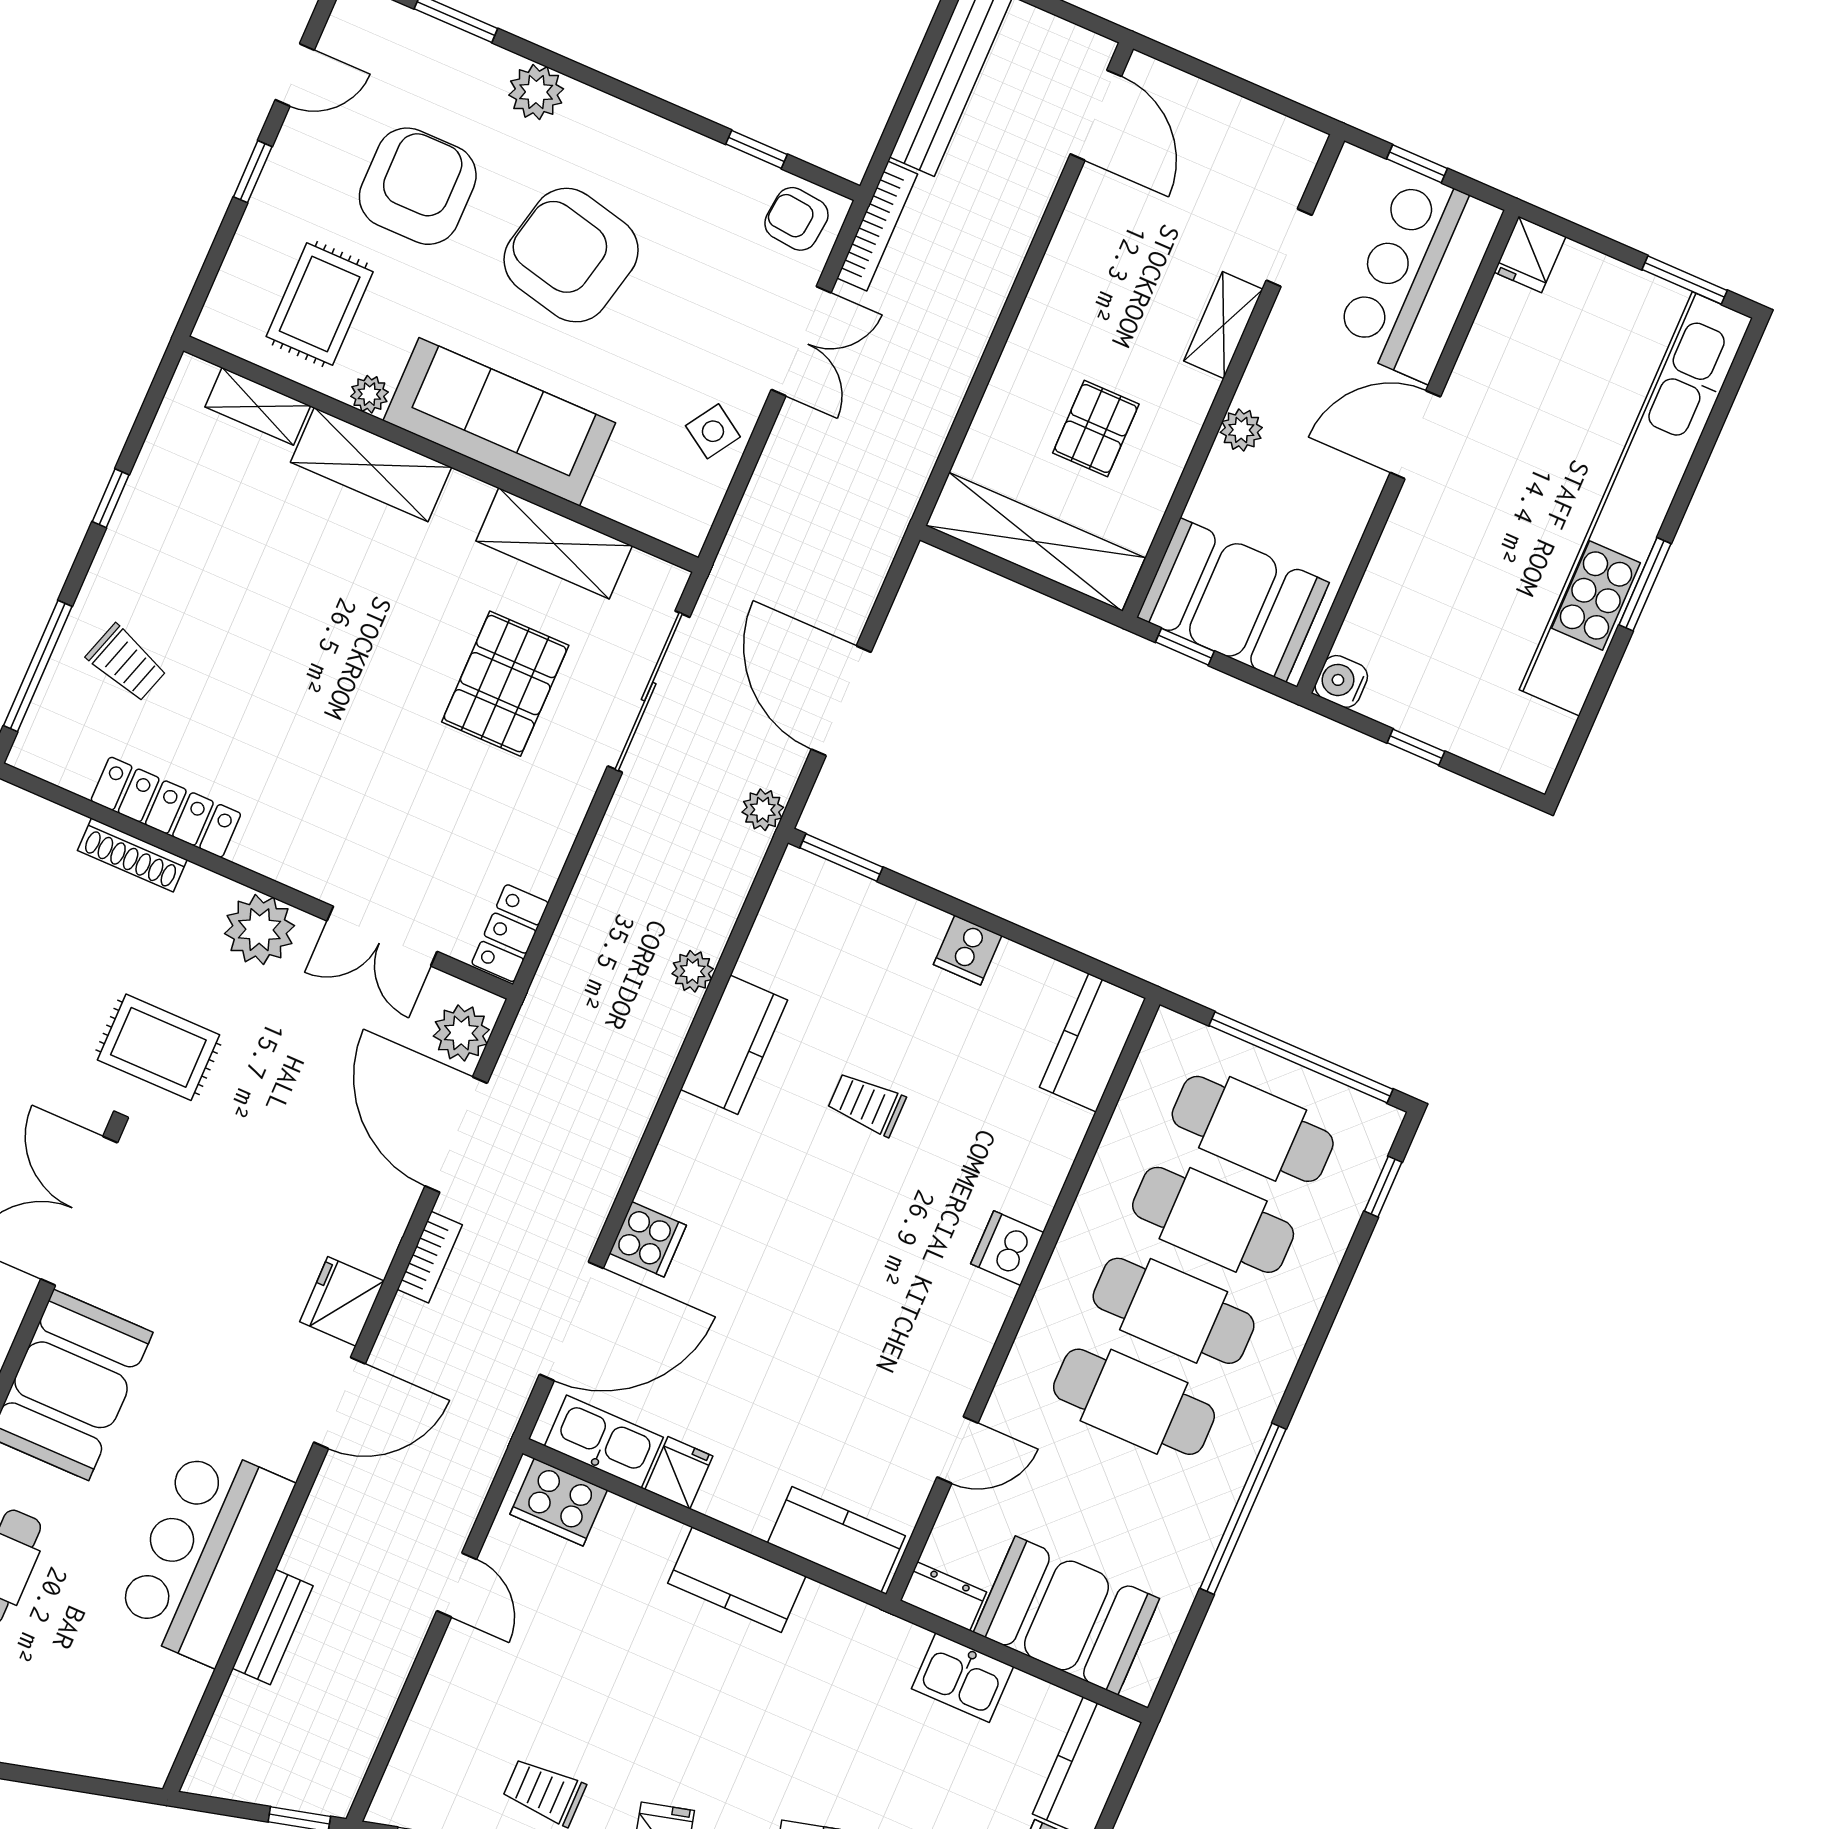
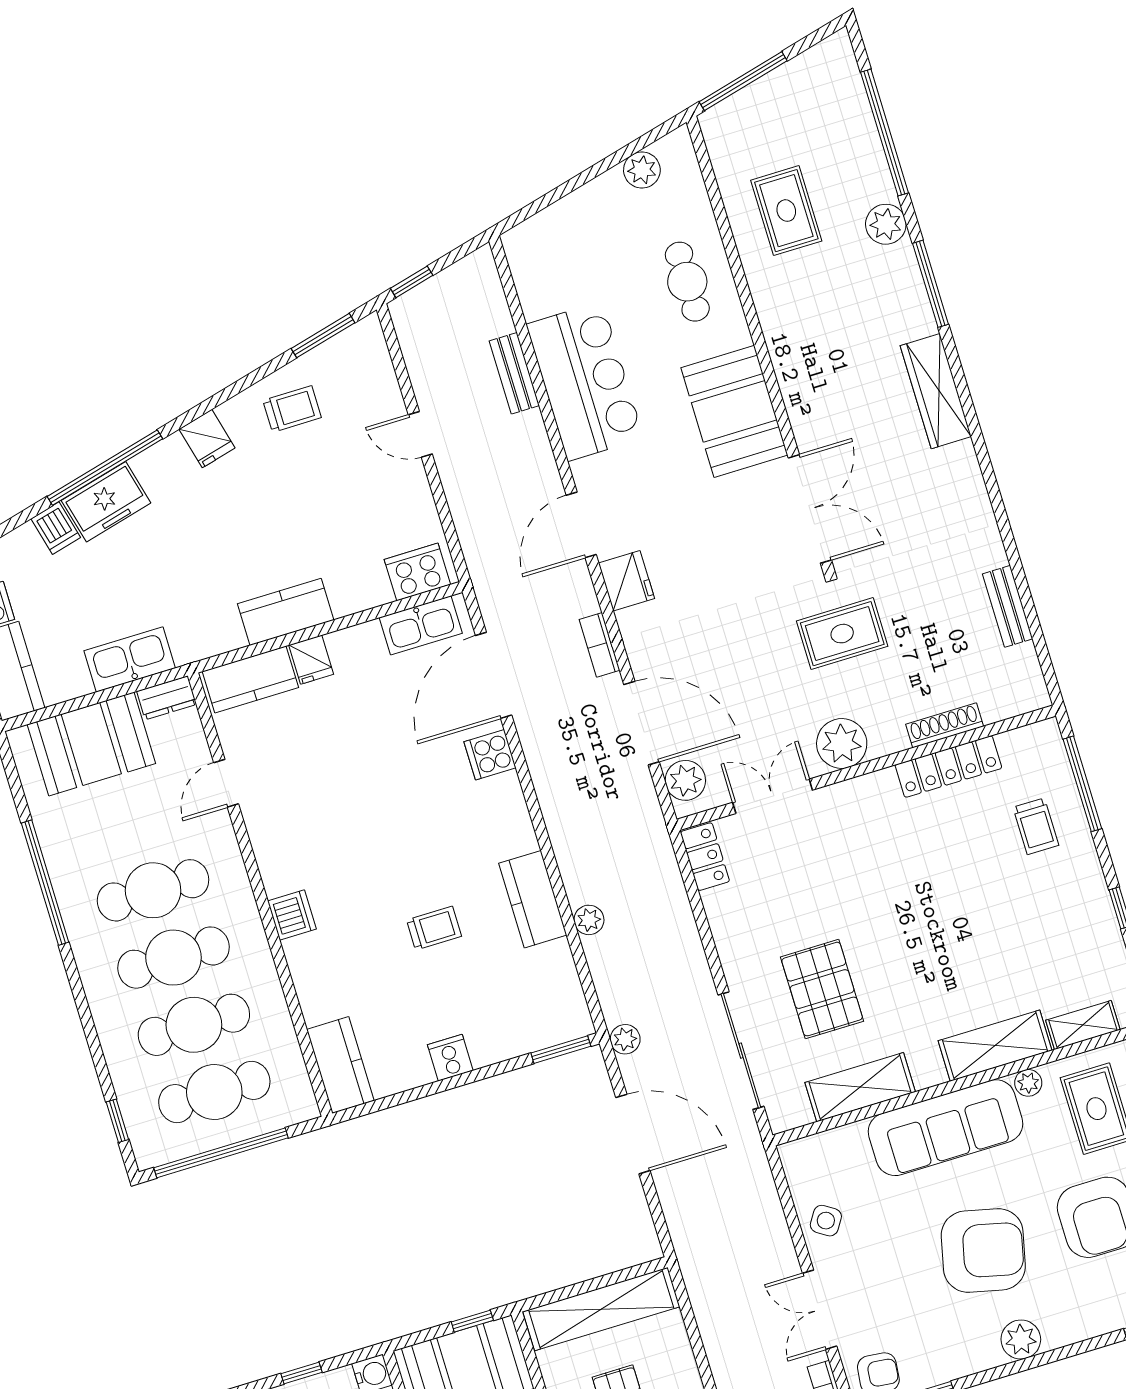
plant: (536, 92) -> (1021, 1340), moved
trolley: (126, 663) -> (1036, 826), turned -108
fridge: (679, 1473) -> (311, 660), moved
door: (457, 1585) -> (420, 434), moved
kitchen sink: (962, 1678) -> (130, 659), width x1.38

